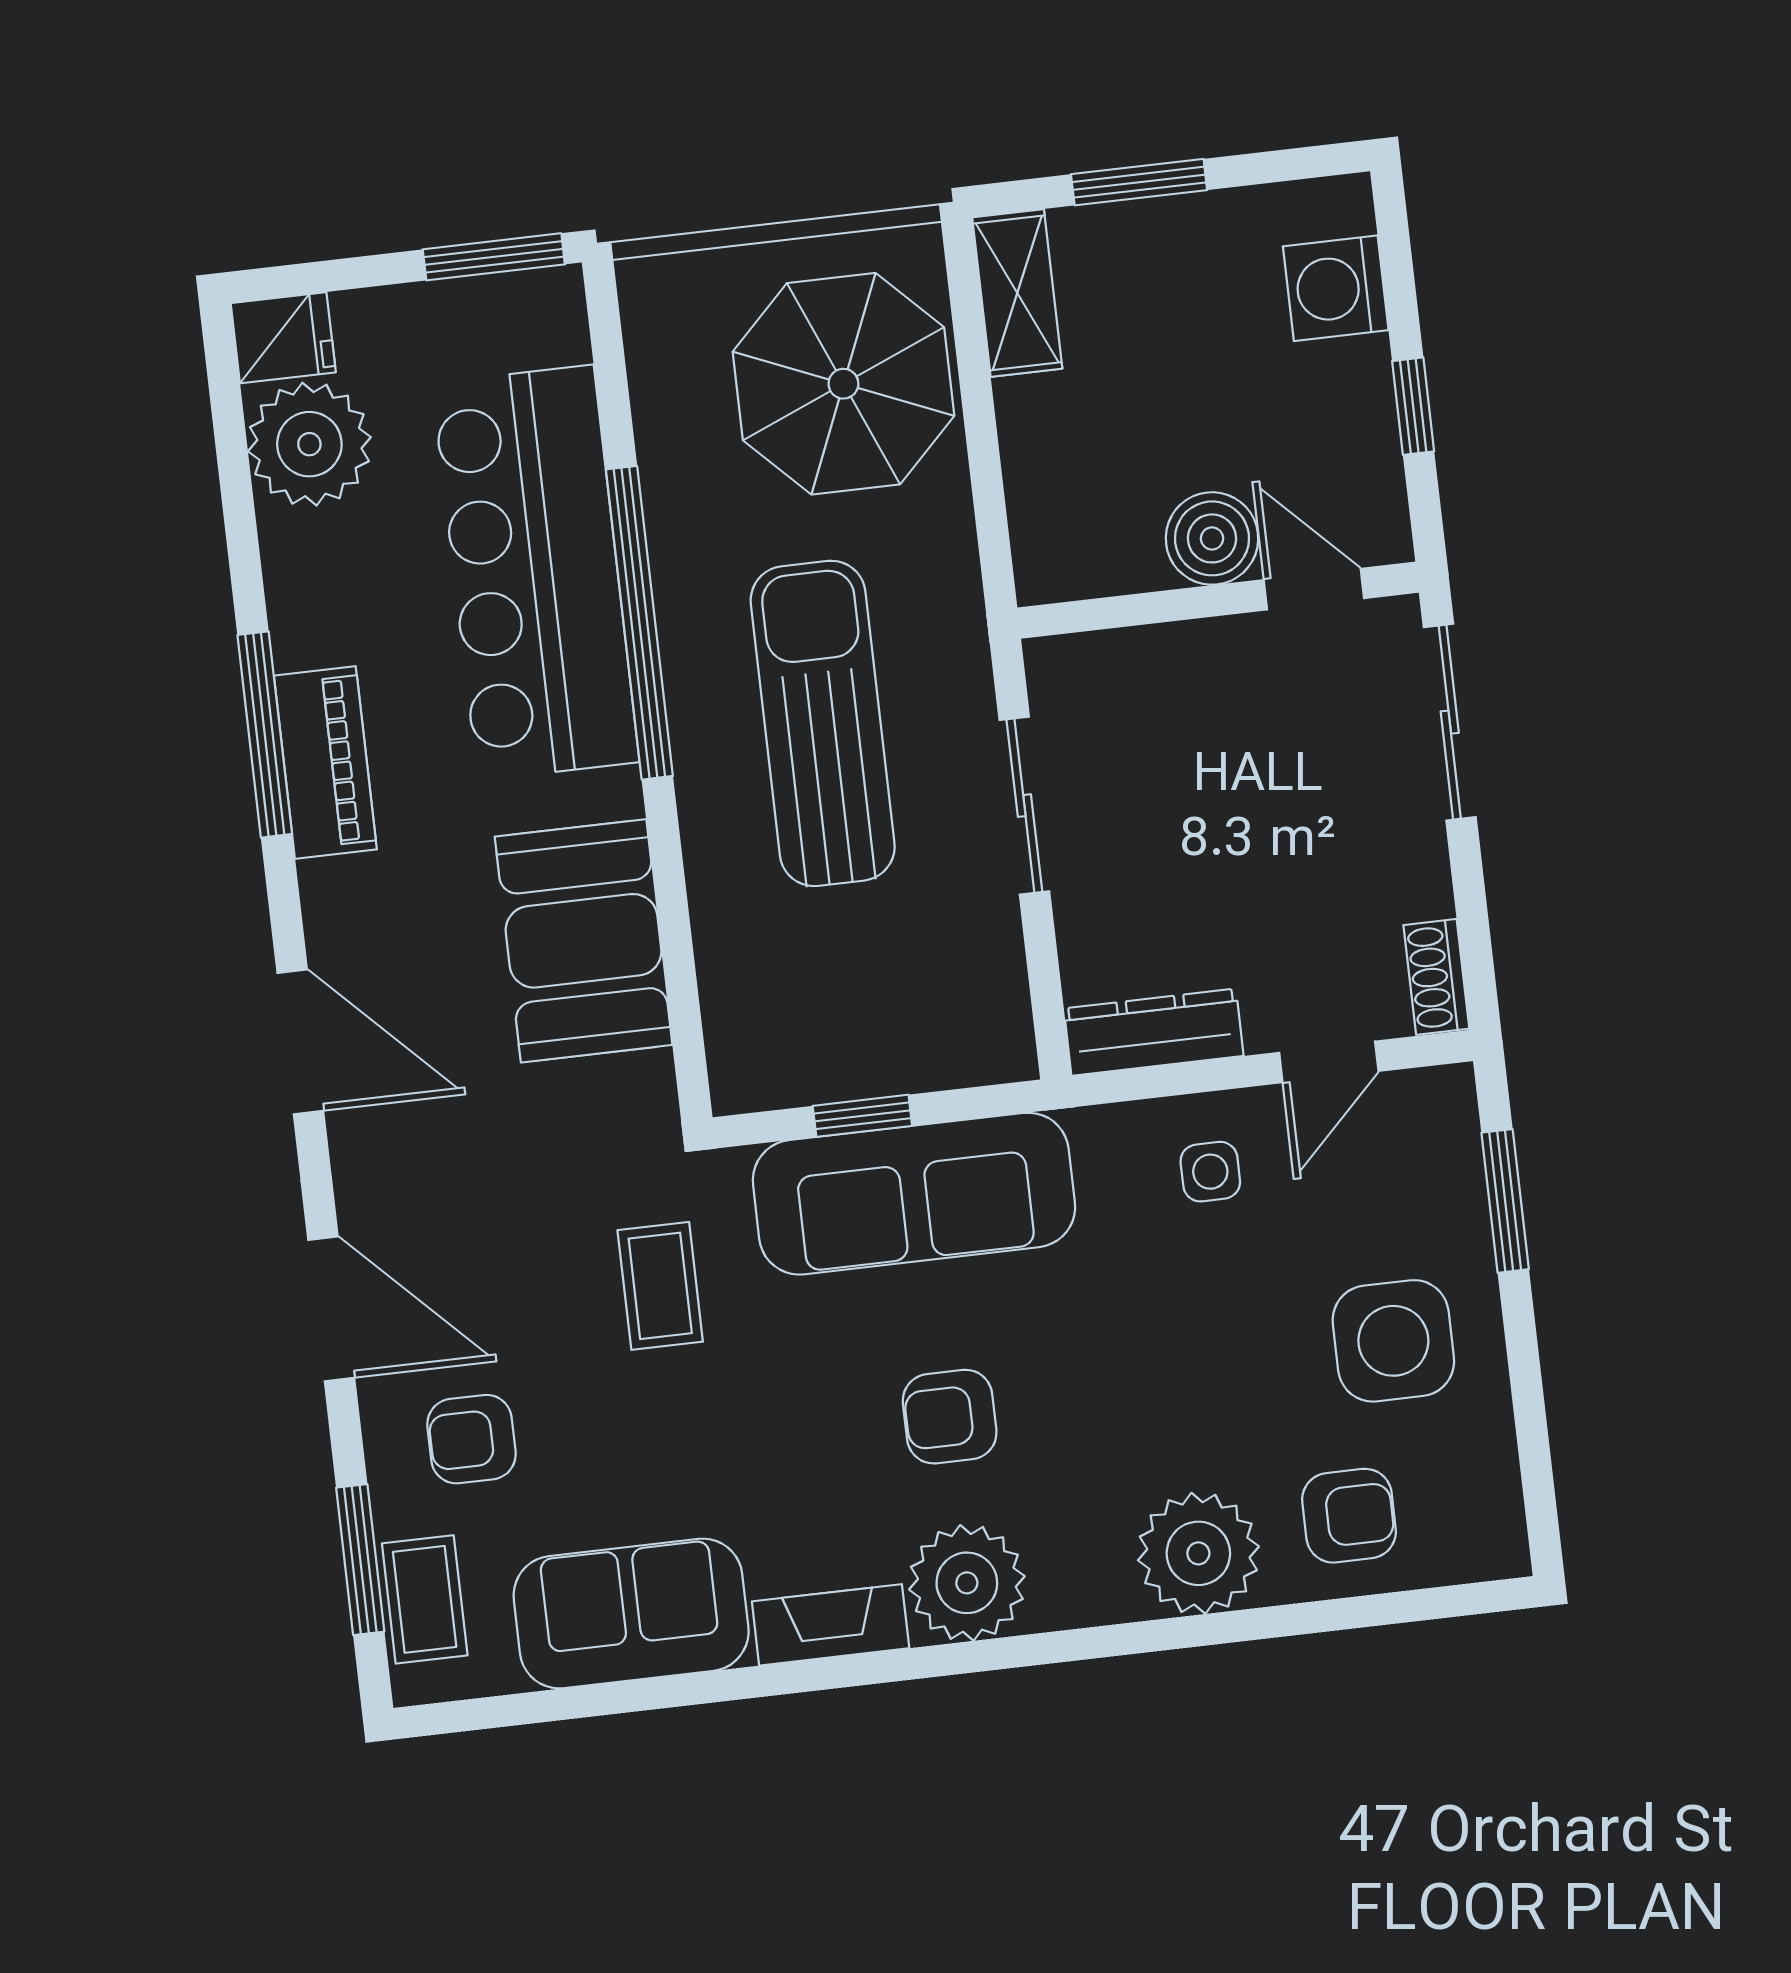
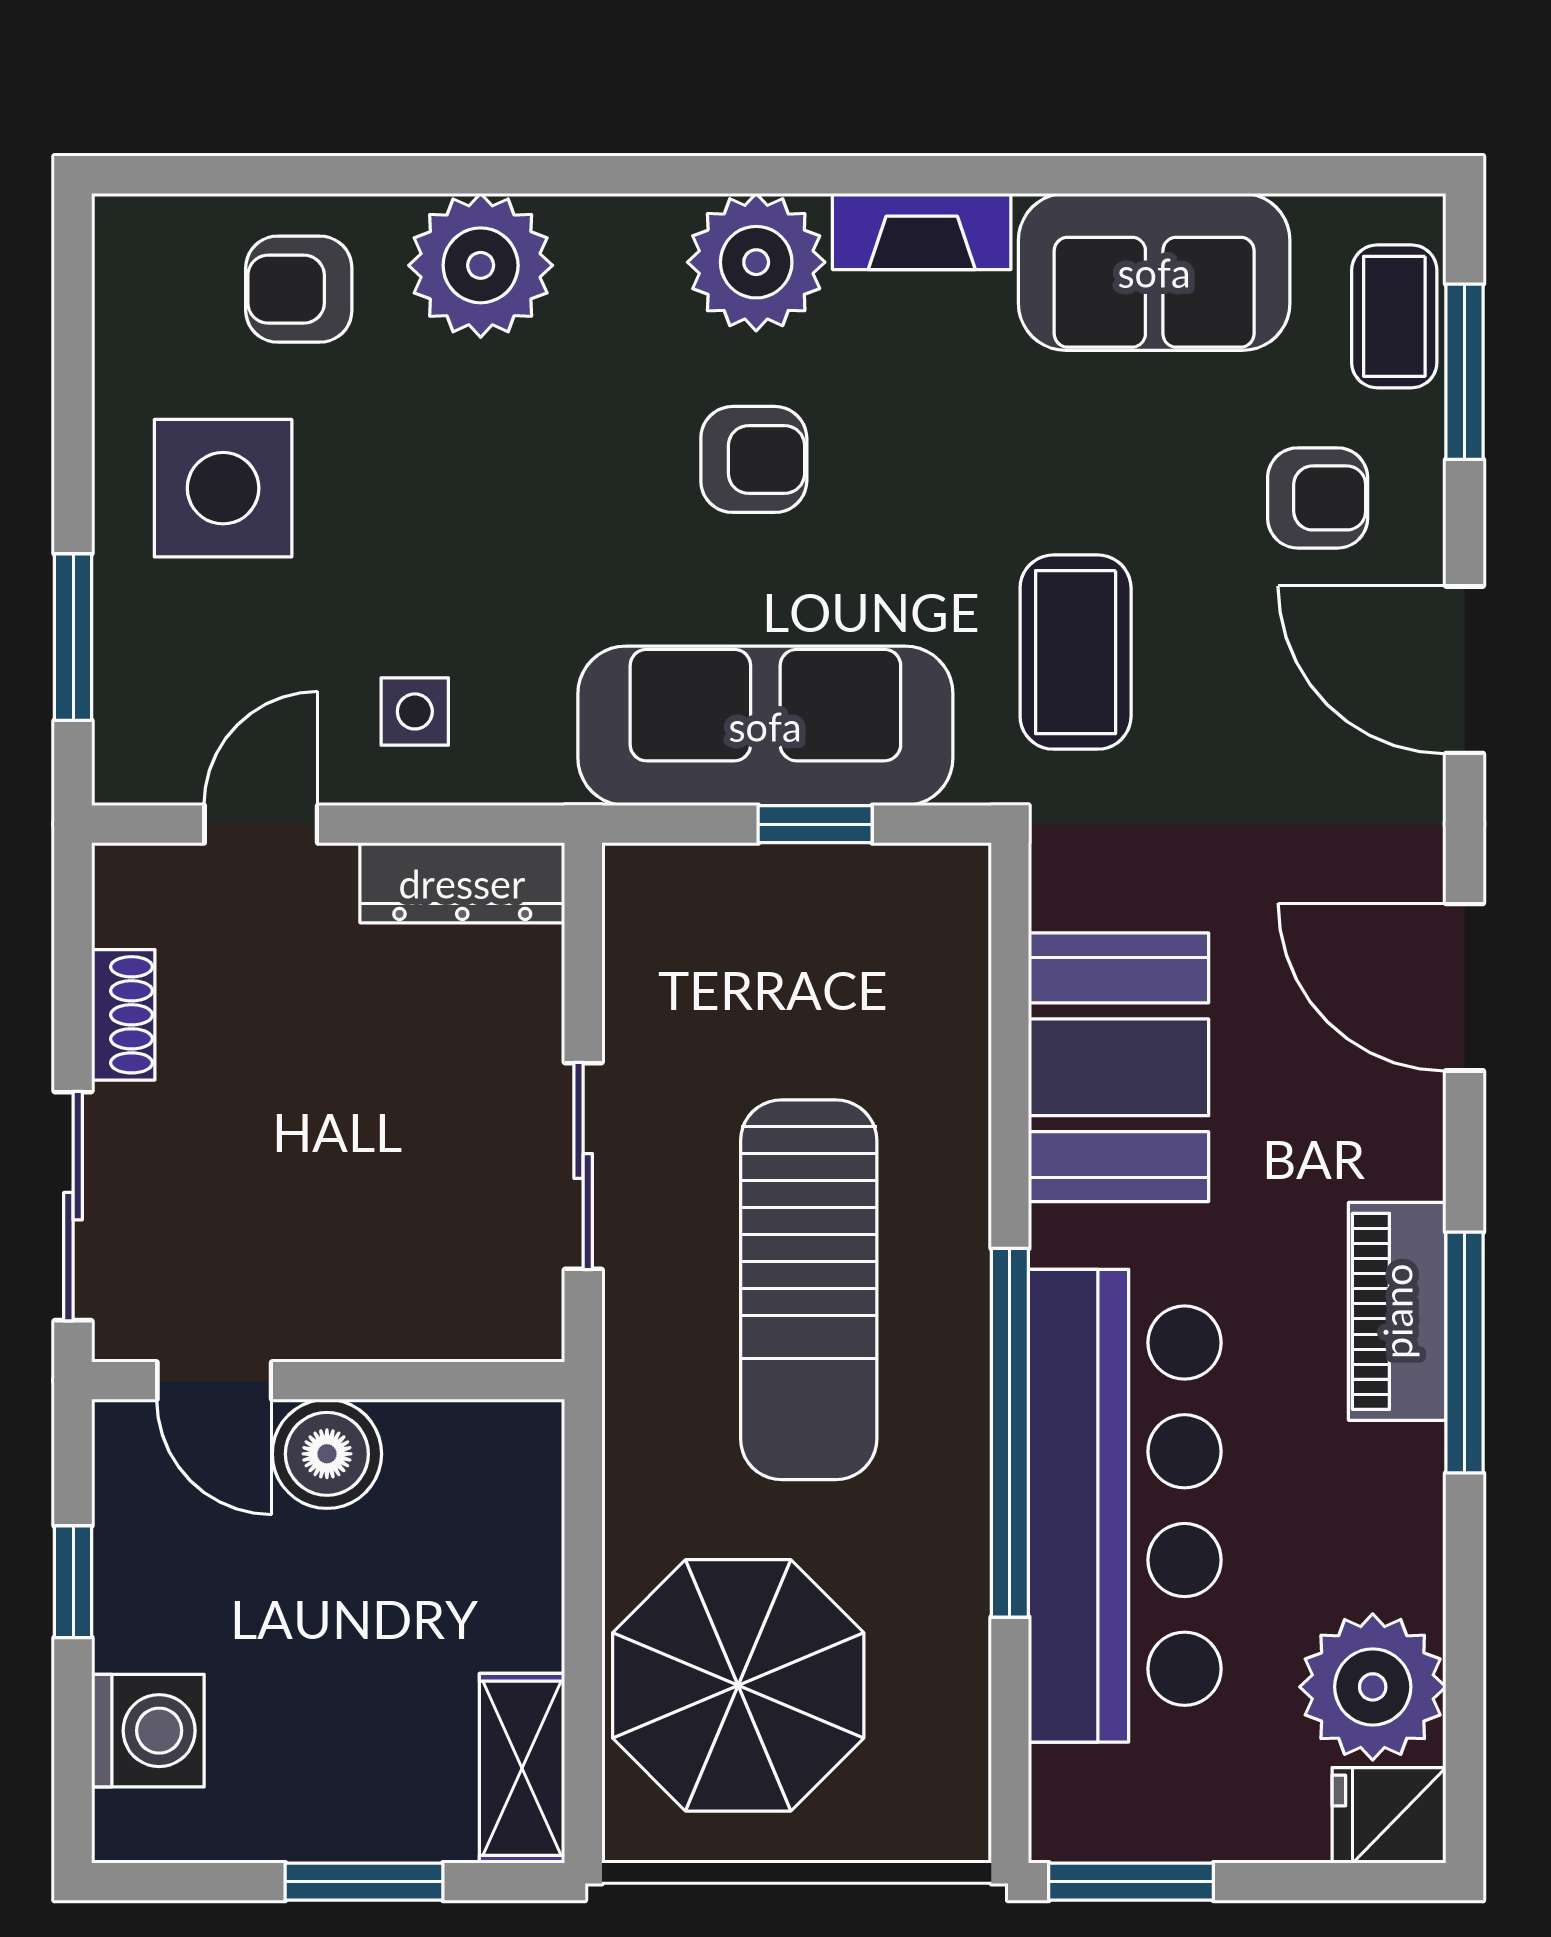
shoe rack: (1436, 977) -> (123, 1015), moved
coffee table: (660, 1286) -> (1076, 652), width x1.36, depth x1.30

